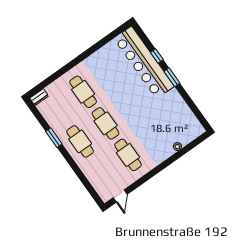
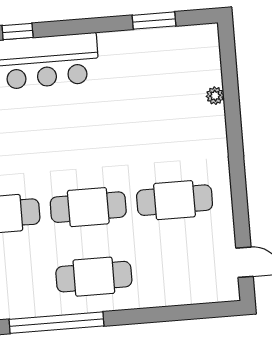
window: (172, 77) -> (154, 21), moved
window: (54, 138) -> (57, 323), width x2.11

